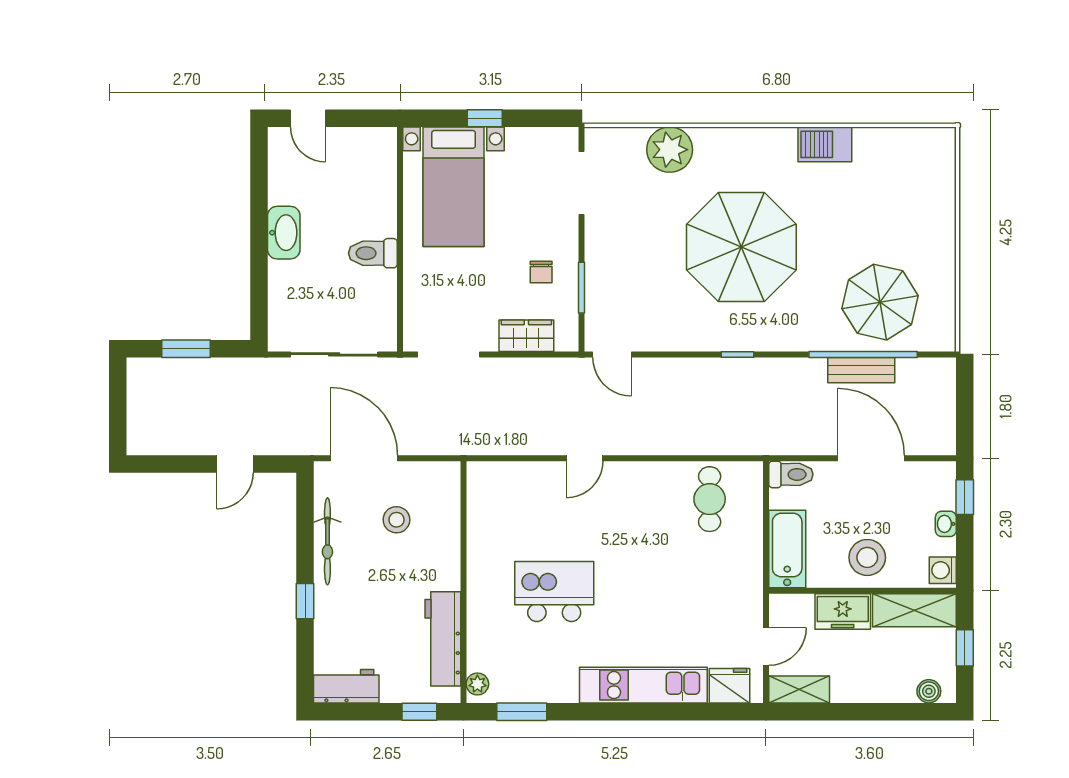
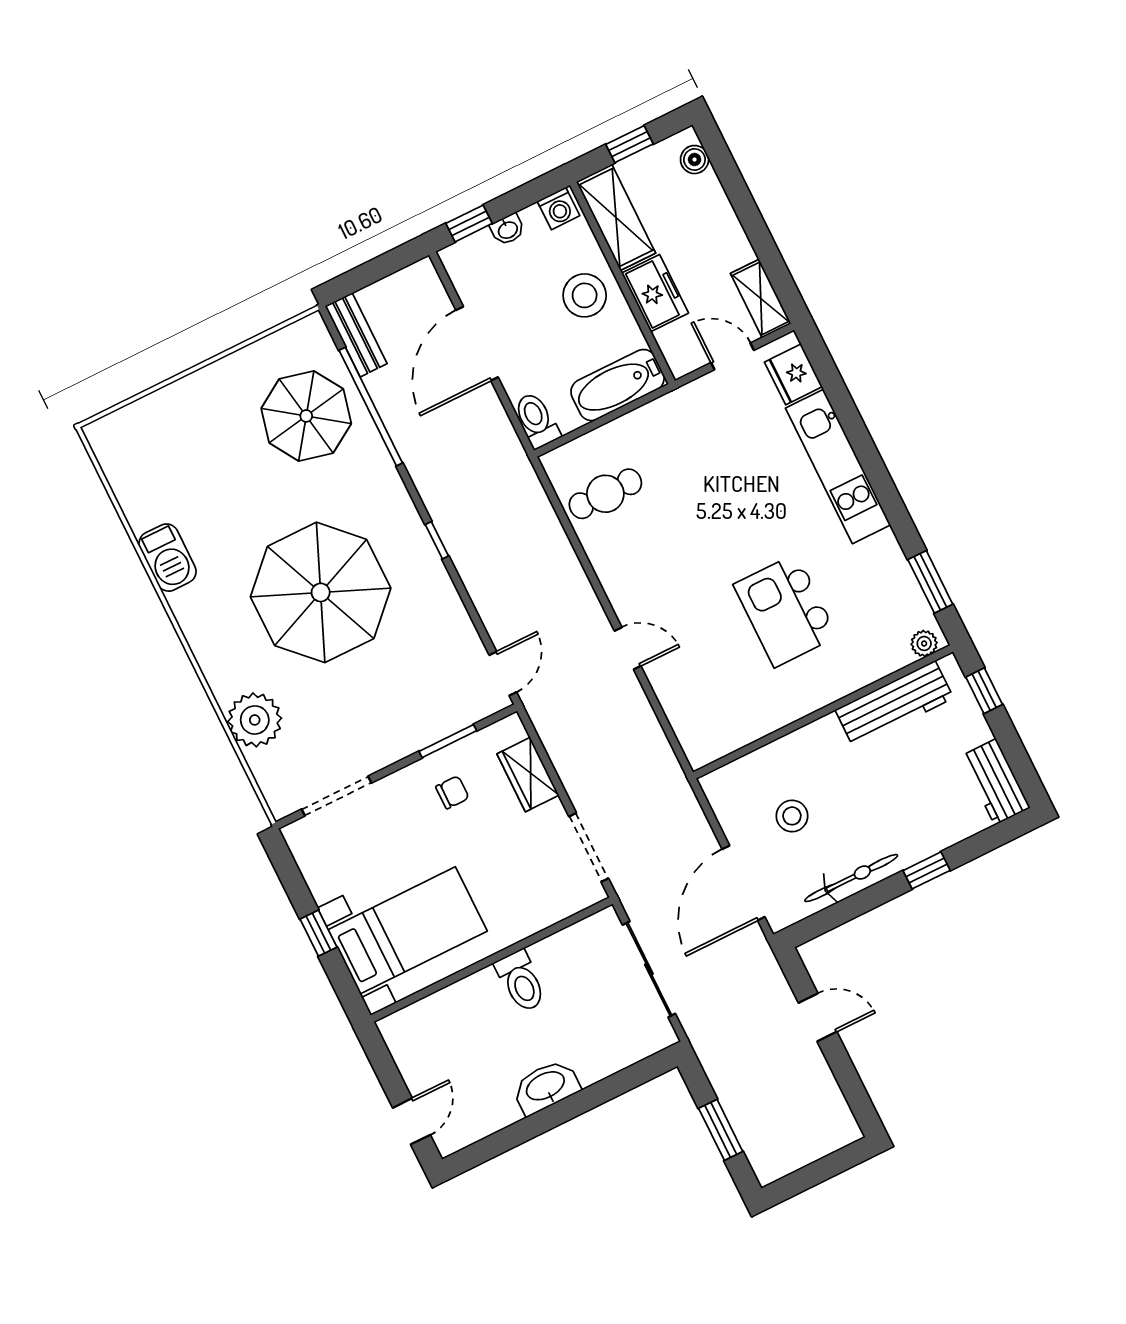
bench: (861, 370) -> (356, 335), moved

